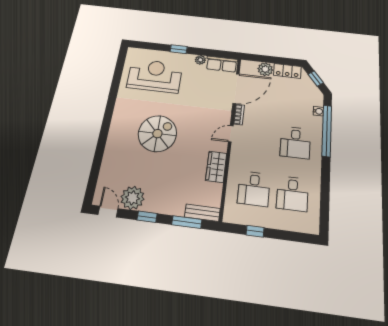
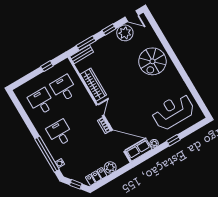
reception desk: (155, 76) -> (173, 112), turned 180
door: (236, 88) -> (118, 141), swing flipped
spiral stairs: (157, 134) -> (152, 61), moved
wardrobe: (216, 167) -> (93, 85), width x1.50

